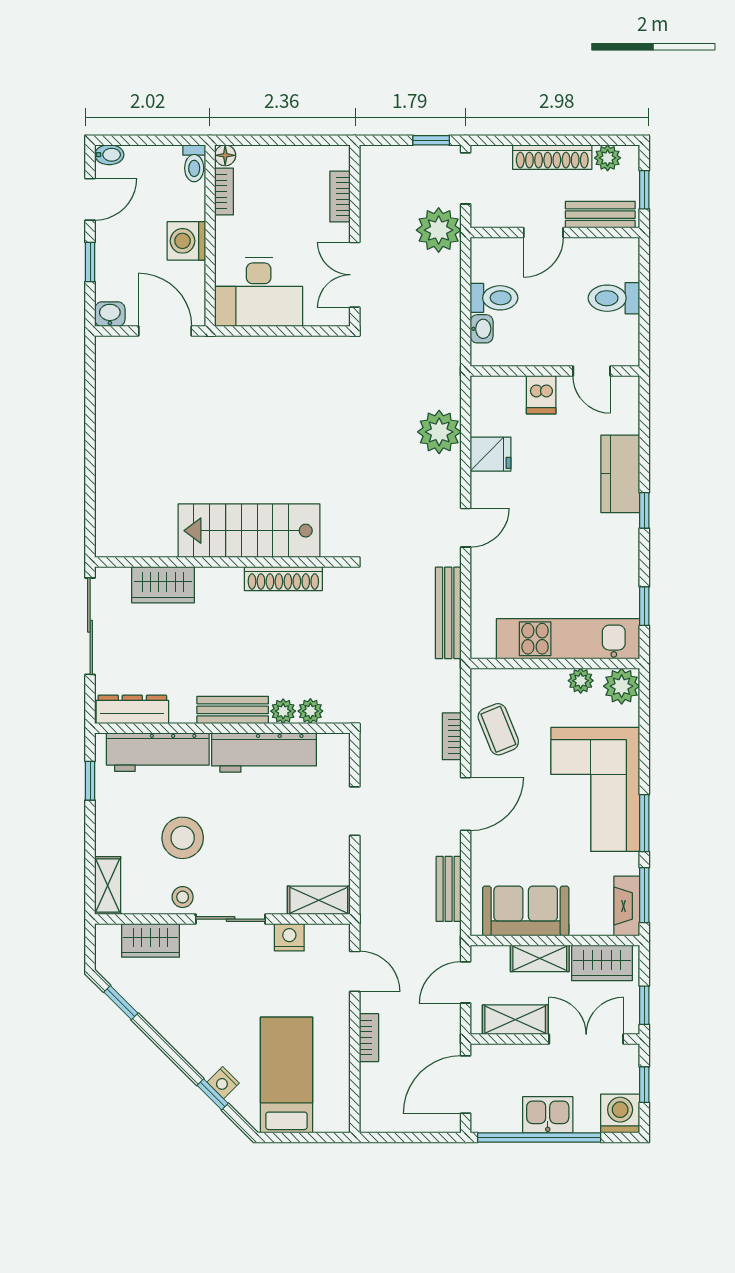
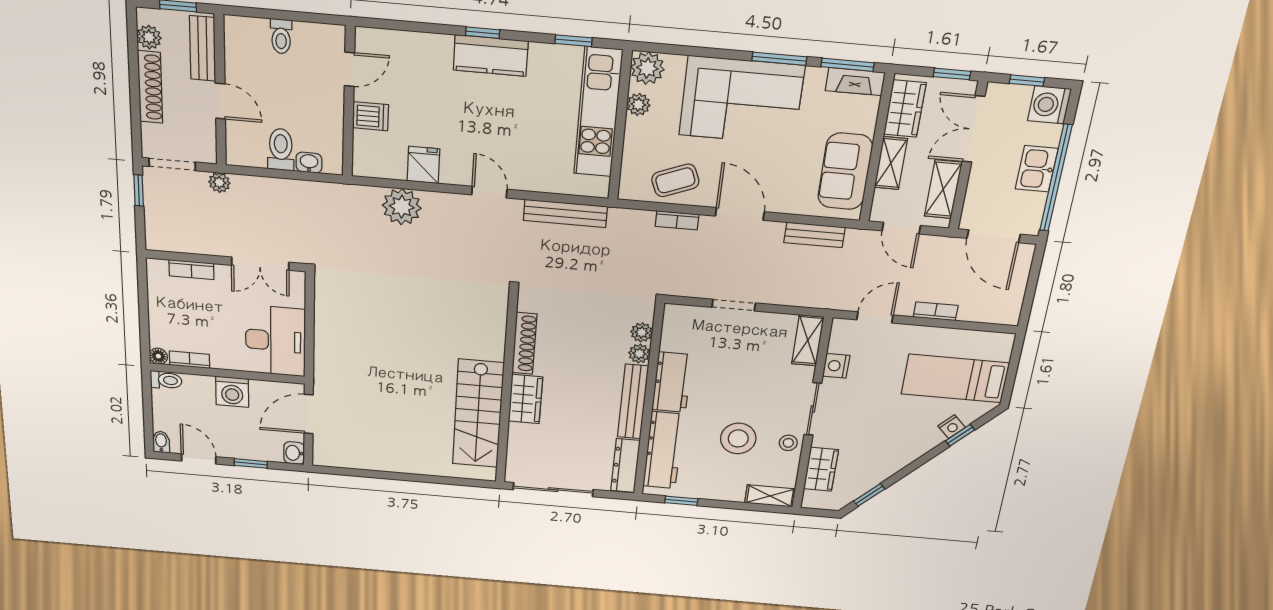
plant: (439, 230) -> (219, 182), width x0.53, depth x0.53
toilet: (614, 298) -> (281, 36), width x0.73, depth x0.72
kitchen counter: (620, 474) -> (491, 56), moved
stairs: (249, 531) -> (478, 414), moved
wardrobe: (163, 585) -> (525, 399), moved
bench: (233, 710) -> (633, 402), width x1.36
workbench: (264, 752) -> (672, 382), width x0.73

